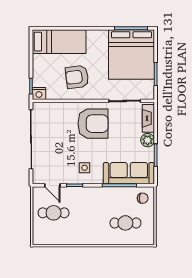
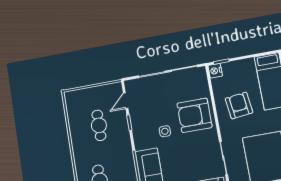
armchair: (93, 124) -> (194, 115), moved, turned 90
side table: (85, 168) -> (165, 131), moved
cafe table: (54, 213) -> (99, 125), moved

